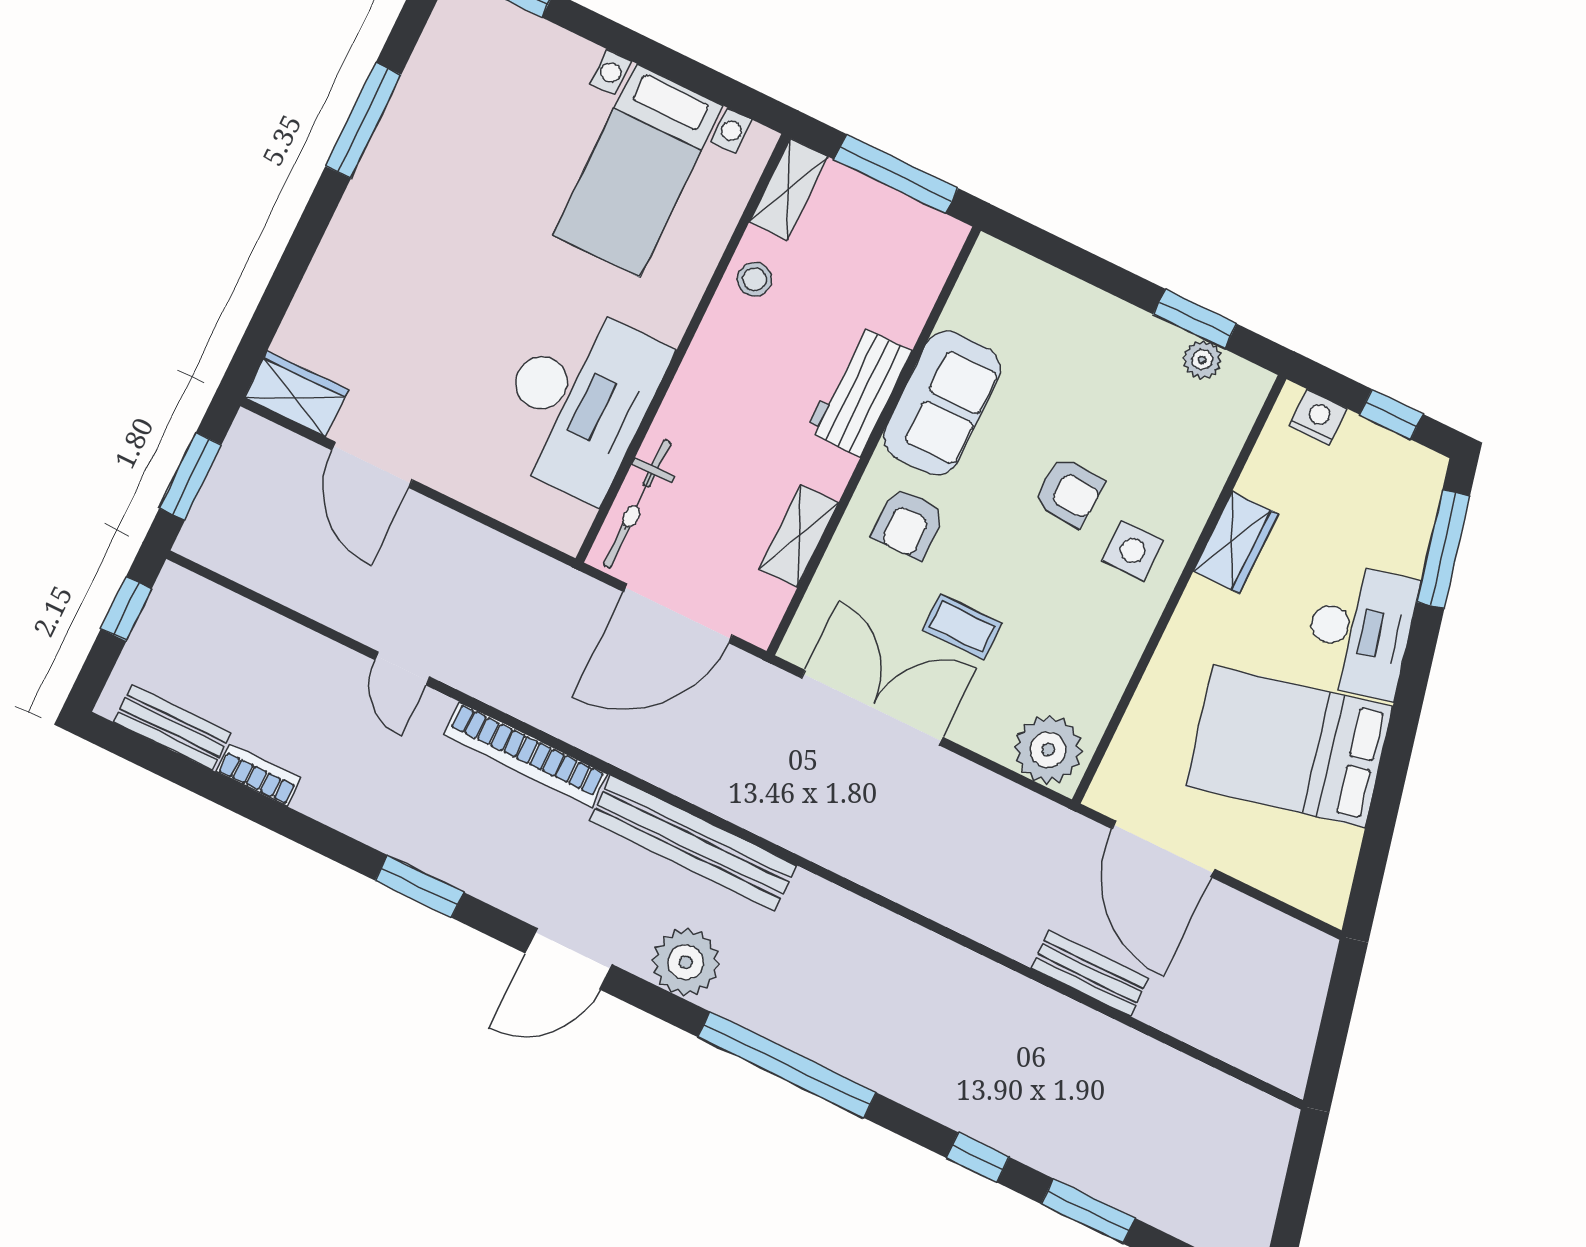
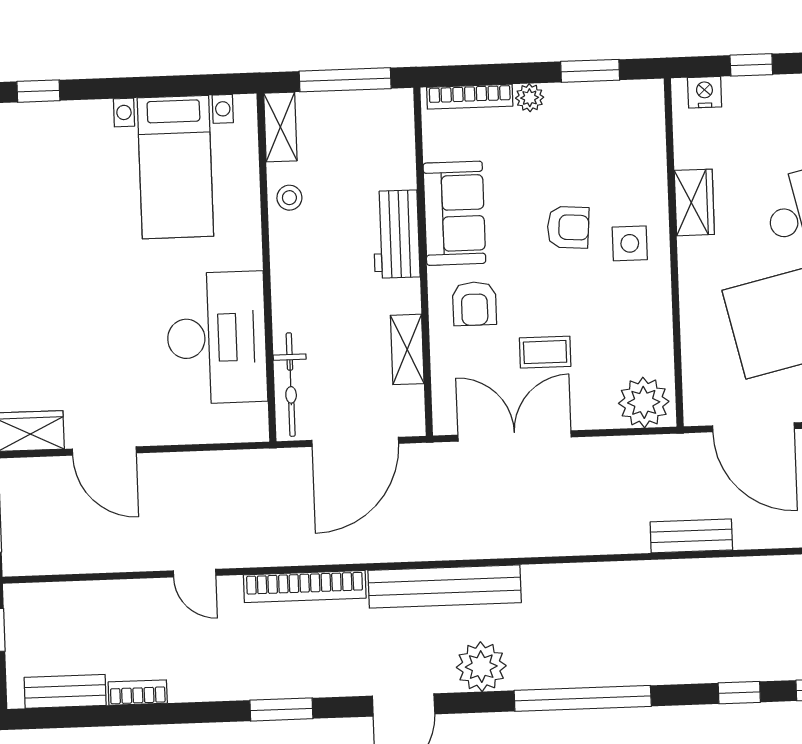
bookcase: (1034, 273) -> (470, 97), added
plant: (1202, 360) -> (530, 98), moved
bench: (1090, 973) -> (691, 536), moved

